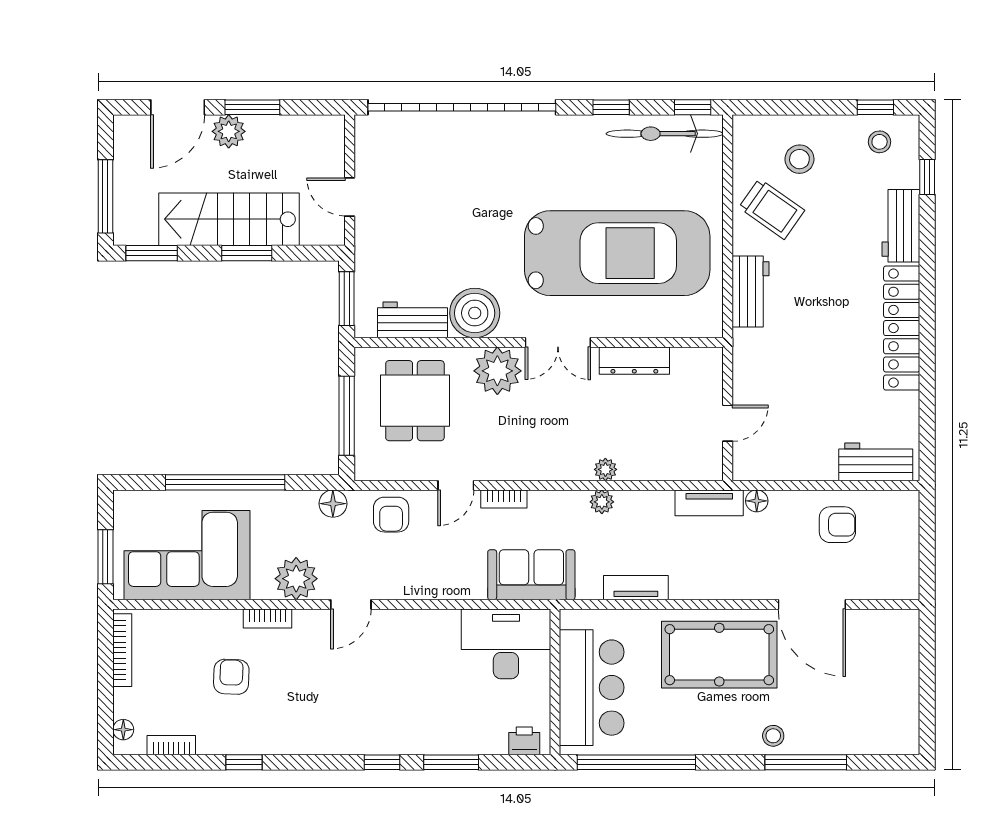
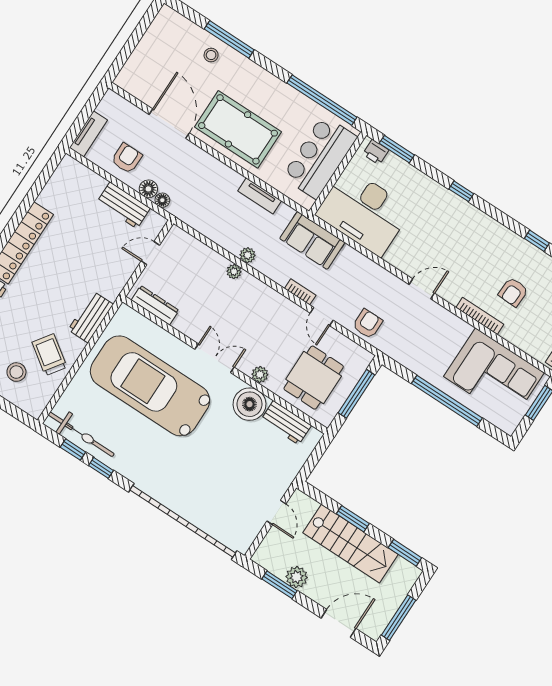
window: (252, 107) -> (280, 585), moved
window: (693, 107) -> (73, 450), moved
plant: (229, 131) -> (297, 577), moved
window: (105, 196) -> (399, 618), moved
window: (347, 299) -> (314, 458), removed
dresser: (634, 361) -> (155, 305), moved
plant: (497, 371) -> (260, 374), width x0.53, depth x0.53
workbench: (876, 462) -> (123, 205), moved
door: (456, 485) -> (322, 317), swing flipped
tv unit: (709, 503) -> (88, 134), moved, turned 90
floor lamp: (333, 504) -> (148, 189), moved
armchair: (837, 525) -> (127, 158), turned 90
plant: (296, 579) -> (443, 323), removed
bookcase: (268, 619) -> (480, 316), width x1.56
desk: (506, 644) -> (364, 212), width x1.36, depth x1.30
stool: (773, 736) -> (211, 55), moved
window: (451, 762) -> (397, 149), moved

